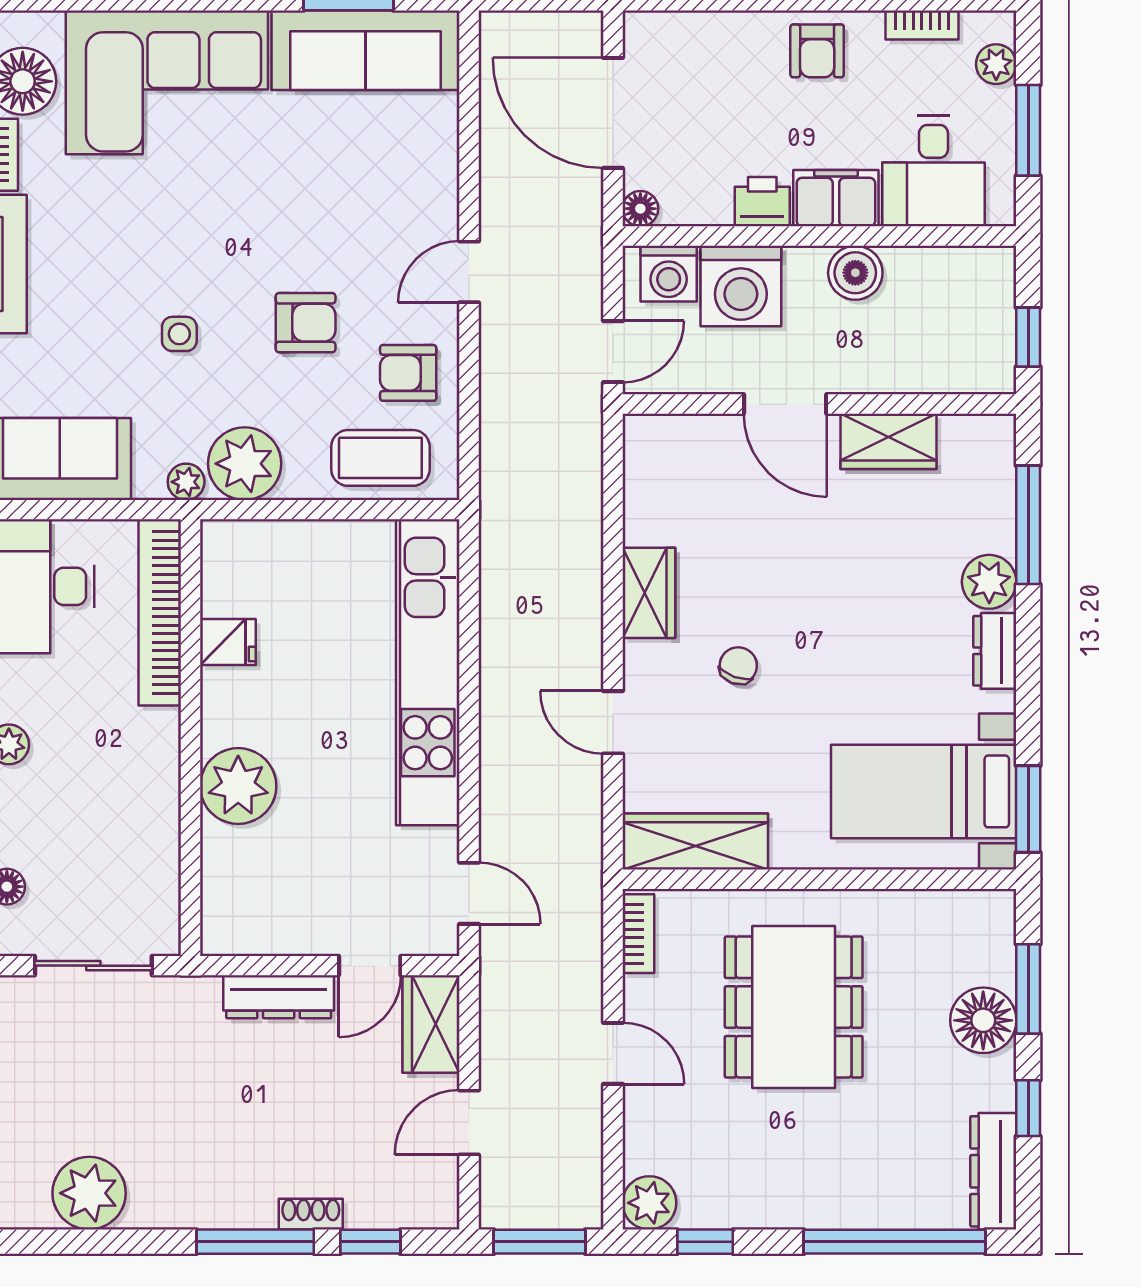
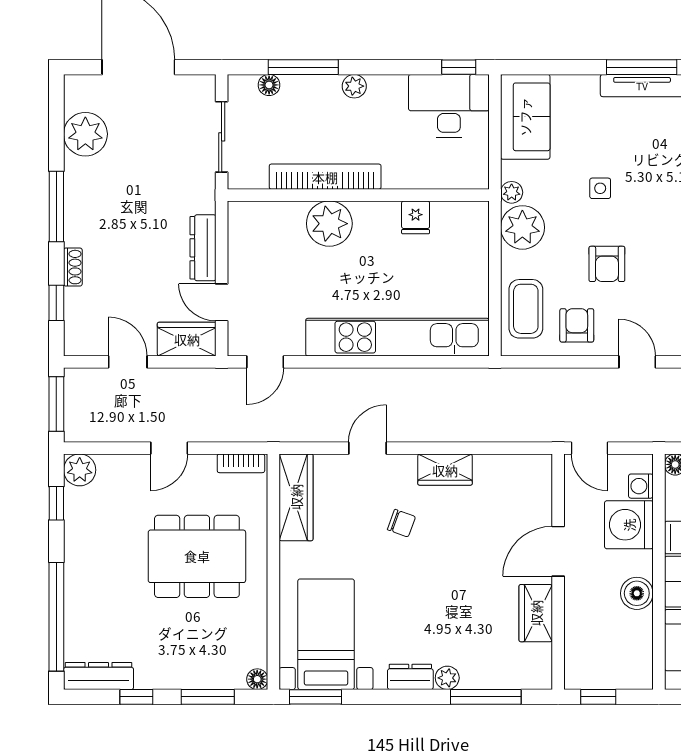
washing machine: (669, 274) -> (641, 486), width x0.73, depth x0.73
plant: (989, 582) -> (447, 678), width x0.73, depth x0.73
bookcase: (160, 612) -> (325, 177), moved
floor lamp: (983, 1020) -> (257, 679), moved, width x0.53, depth x0.53
window: (255, 1242) -> (56, 207), moved

